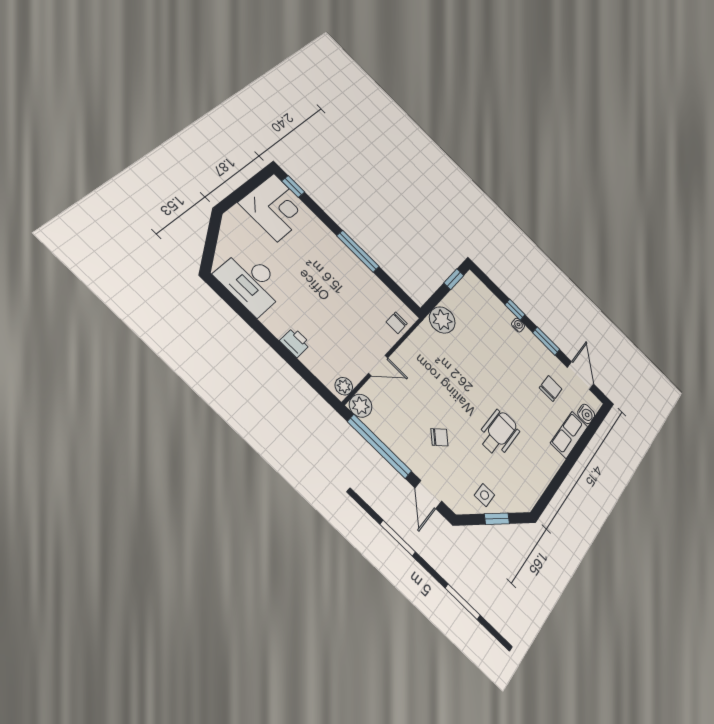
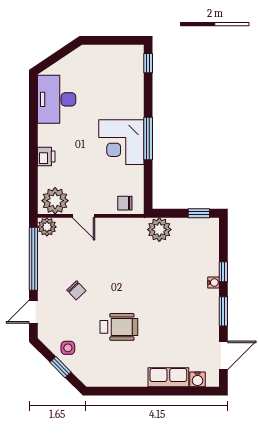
corner desk: (276, 207) -> (121, 142), moved, turned 90
plant: (344, 386) -> (55, 201), width x1.88, depth x1.88
chair: (551, 388) -> (190, 340), removed

